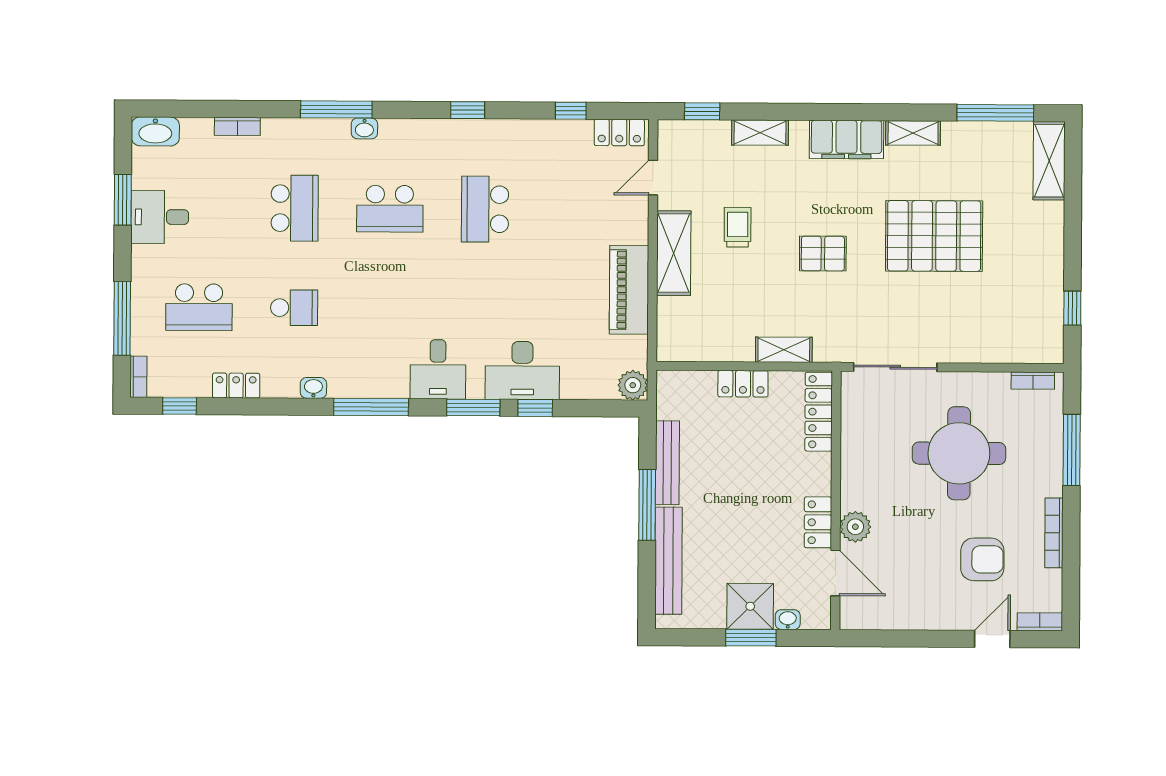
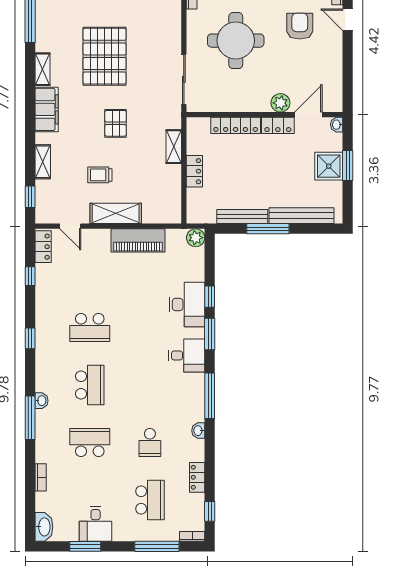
school desk: (294, 308) -> (150, 443), turned 180
locker: (819, 412) -> (236, 125), moved
washbasin: (788, 620) -> (337, 125), moved

